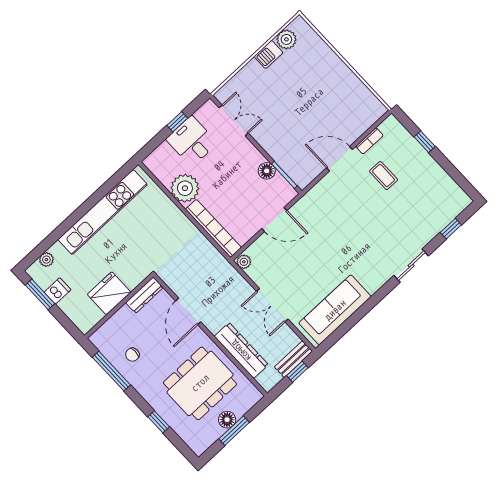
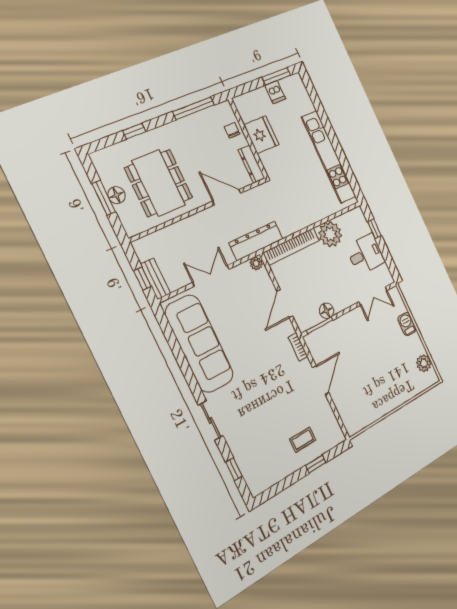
barbecue: (269, 54) -> (407, 324), moved
window: (177, 122) -> (374, 229), moved
bookcase: (369, 141) -> (298, 347), moved
coffee table: (384, 176) -> (303, 440), moved
plant: (46, 260) -> (303, 94), removed
sofa: (335, 310) -> (199, 344), width x1.36, depth x1.27
dresser: (241, 351) -> (256, 241), moved, turned 180
chair: (132, 355) -> (232, 130), moved

